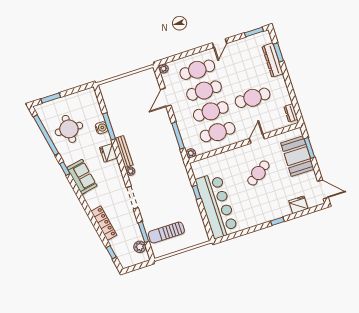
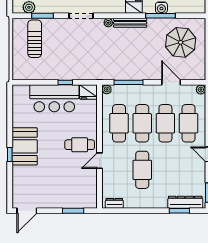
dresser: (272, 60) -> (185, 202), moved
parasol: (127, 100) -> (181, 42), added
door: (257, 139) -> (100, 161), swing flipped
booth: (297, 156) -> (25, 146), moved, turned 90
cafe table: (258, 173) -> (80, 145), moved, turned -56
bar counter: (217, 205) -> (54, 98), width x0.73
fridge: (298, 205) -> (88, 92), moved, turned 90

